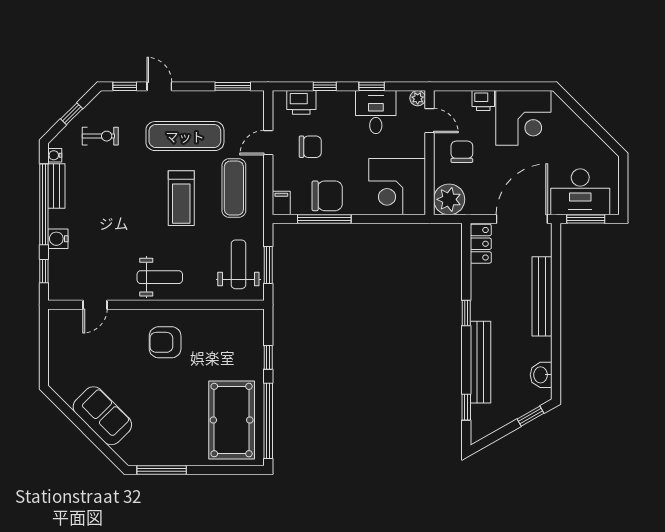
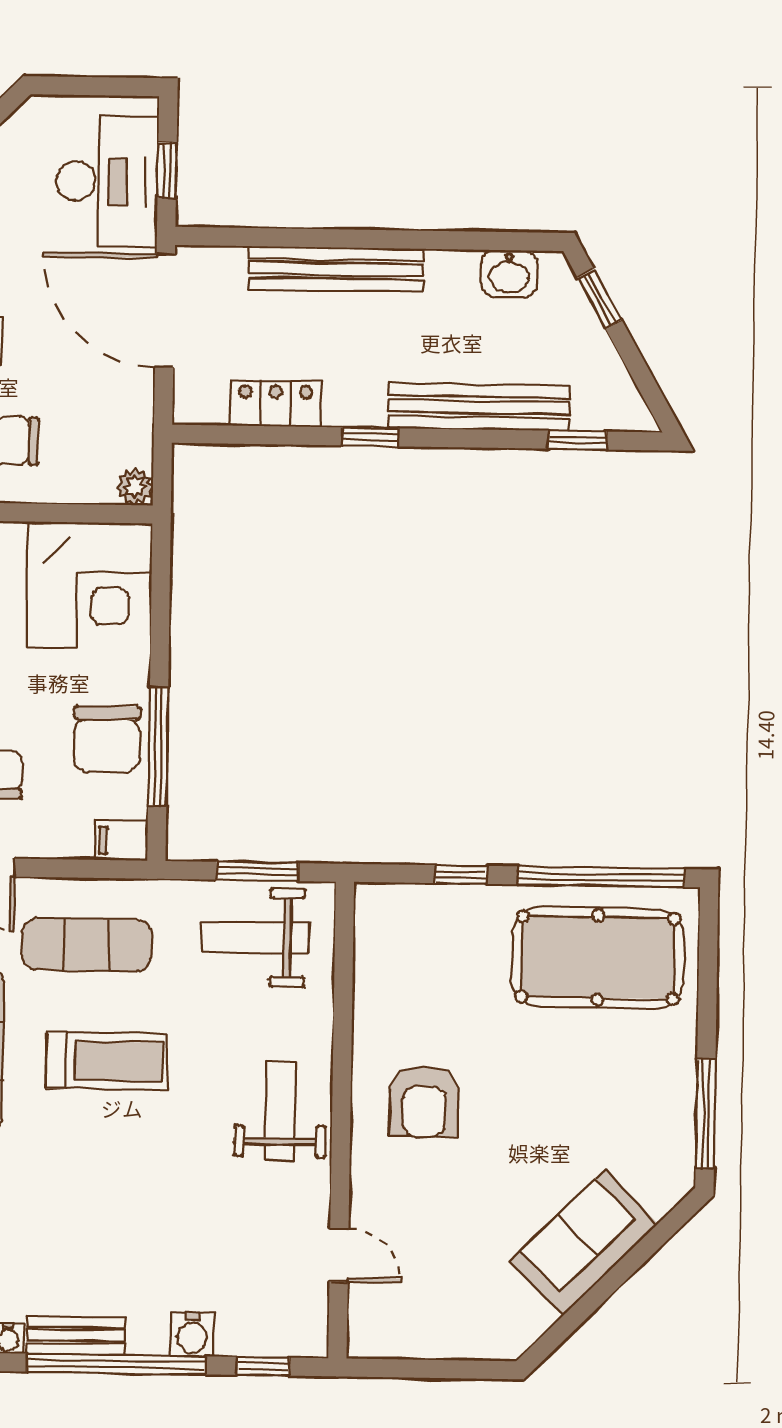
chair: (327, 196) -> (107, 739), turned 180
plant: (449, 199) -> (135, 487), width x0.53, depth x0.53
window: (586, 219) -> (167, 170), width x0.67
locker: (481, 244) -> (276, 403), moved

